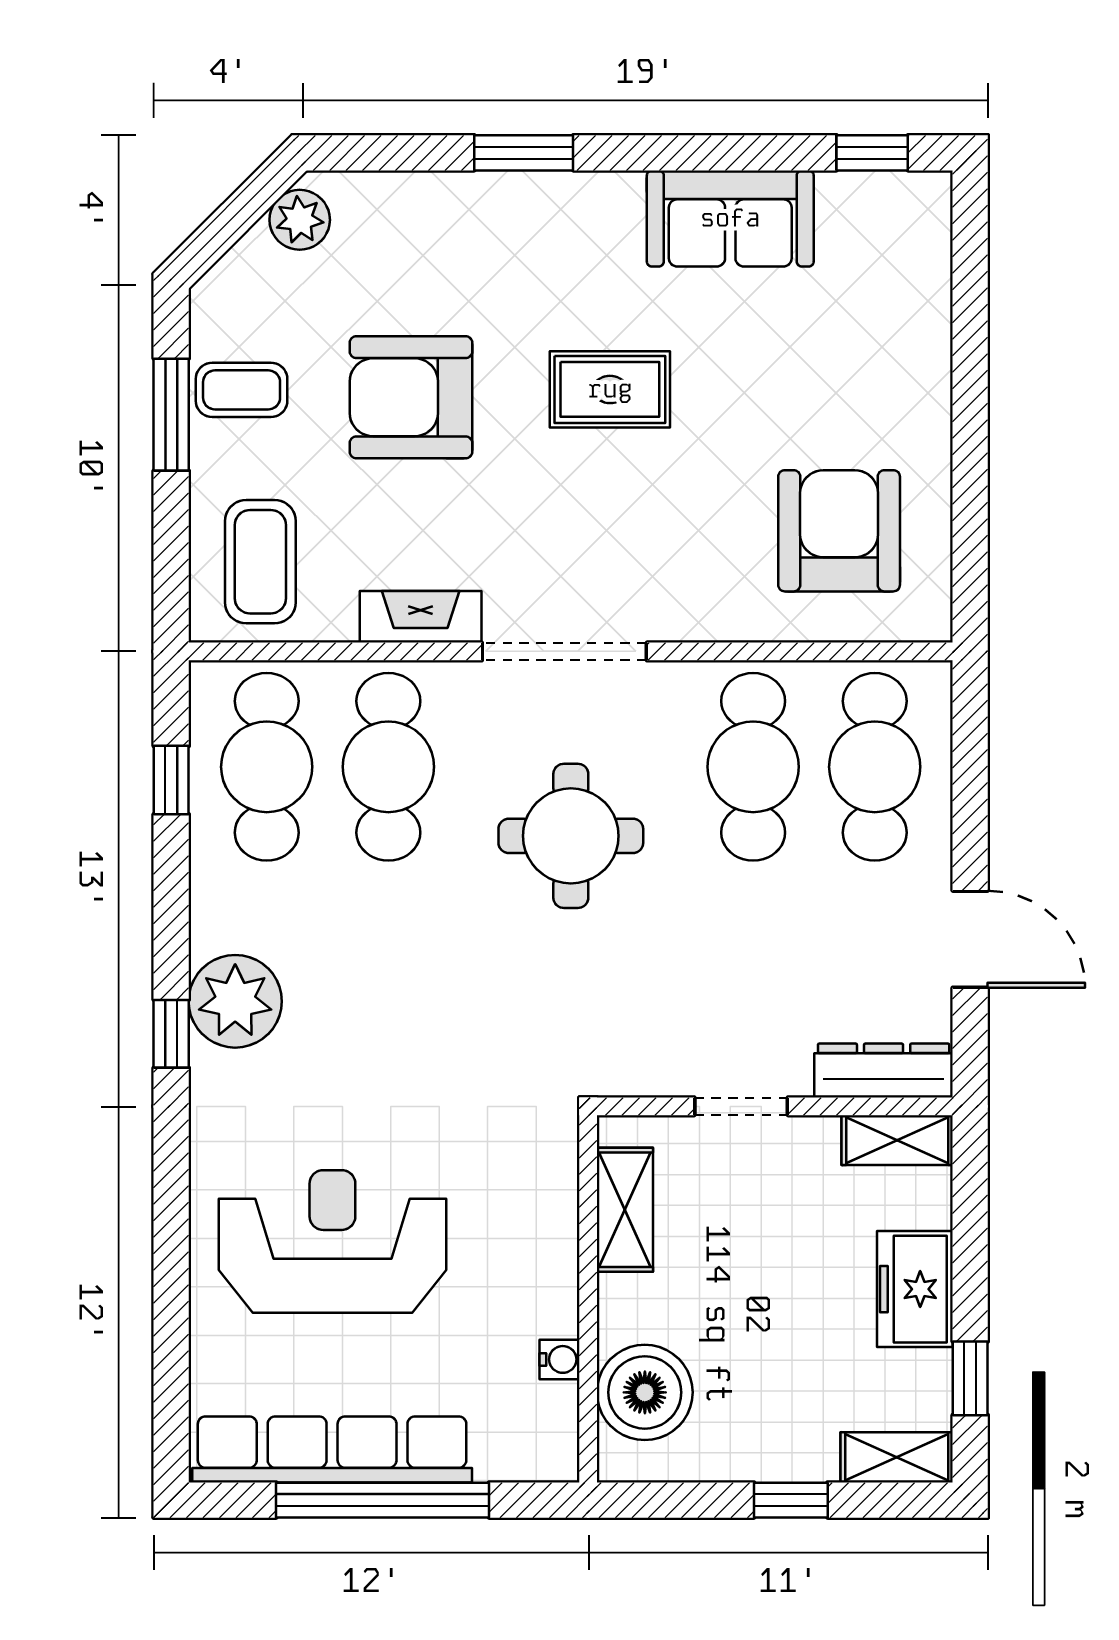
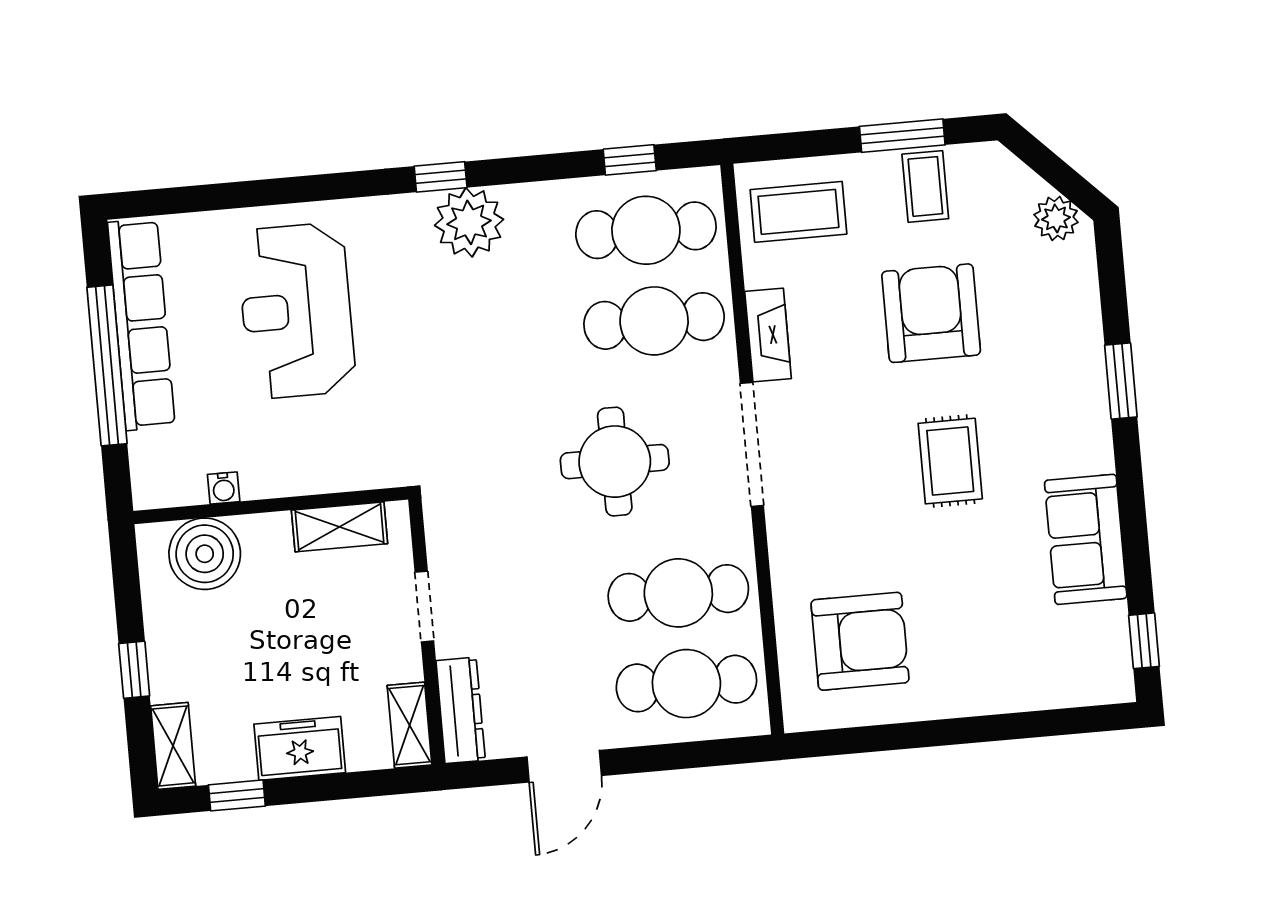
reception desk: (332, 1242) -> (296, 311), turned 180

